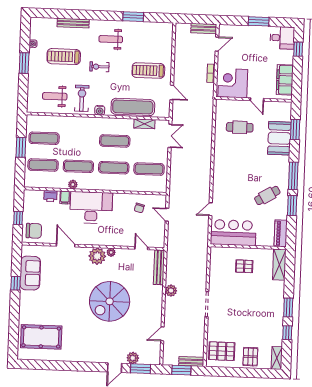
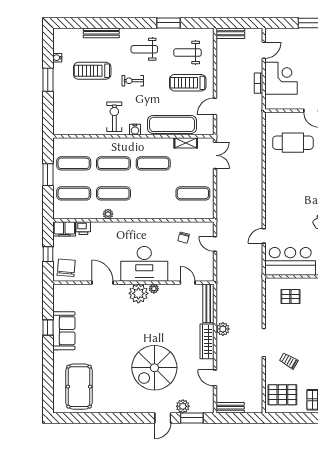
bench: (204, 29) -> (230, 33), moved
corner desk: (233, 83) -> (281, 78), moved, turned 90
door: (172, 92) -> (215, 106), swing flipped
weight bench: (55, 96) -> (187, 53), moved
cafe table: (240, 127) -> (293, 143), width x1.37, depth x1.35
exercise mat: (114, 168) -> (113, 163), moved
filing cabinet: (65, 197) -> (64, 229), moved, width x2.00
desk: (91, 208) -> (144, 264), moved, turned 180
chair: (34, 231) -> (66, 268), turned -85
pallet: (244, 266) -> (290, 297), moved
sofa: (30, 273) -> (64, 331), moved
spiral stairs: (110, 301) -> (154, 368), moved
wardrobe: (156, 301) -> (207, 341), added
trolley: (228, 321) -> (289, 361), added
door: (162, 334) -> (215, 378), hinge flipped
pool table: (41, 337) -> (79, 387), turned 90
bench: (191, 361) -> (230, 408), moved
window: (181, 370) -> (238, 418), removed

